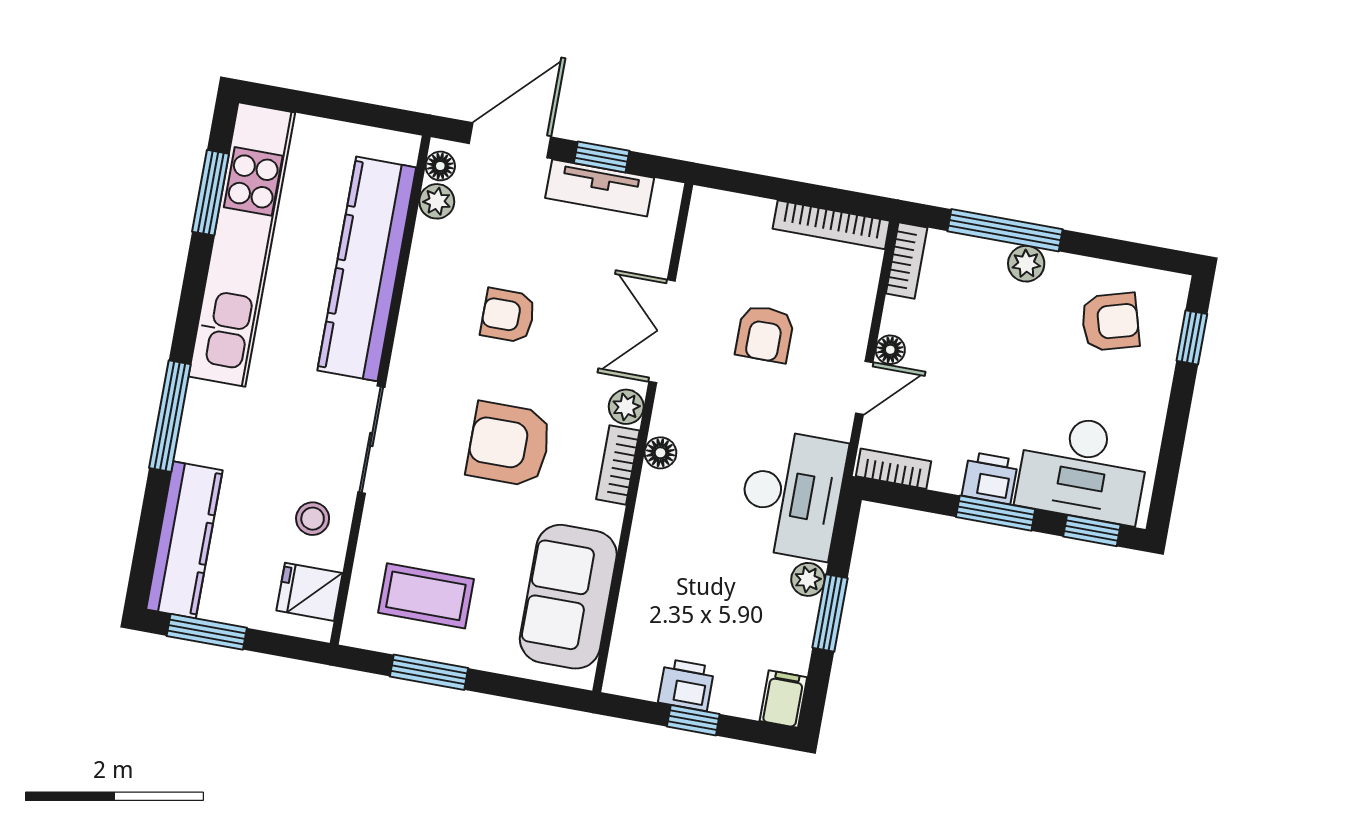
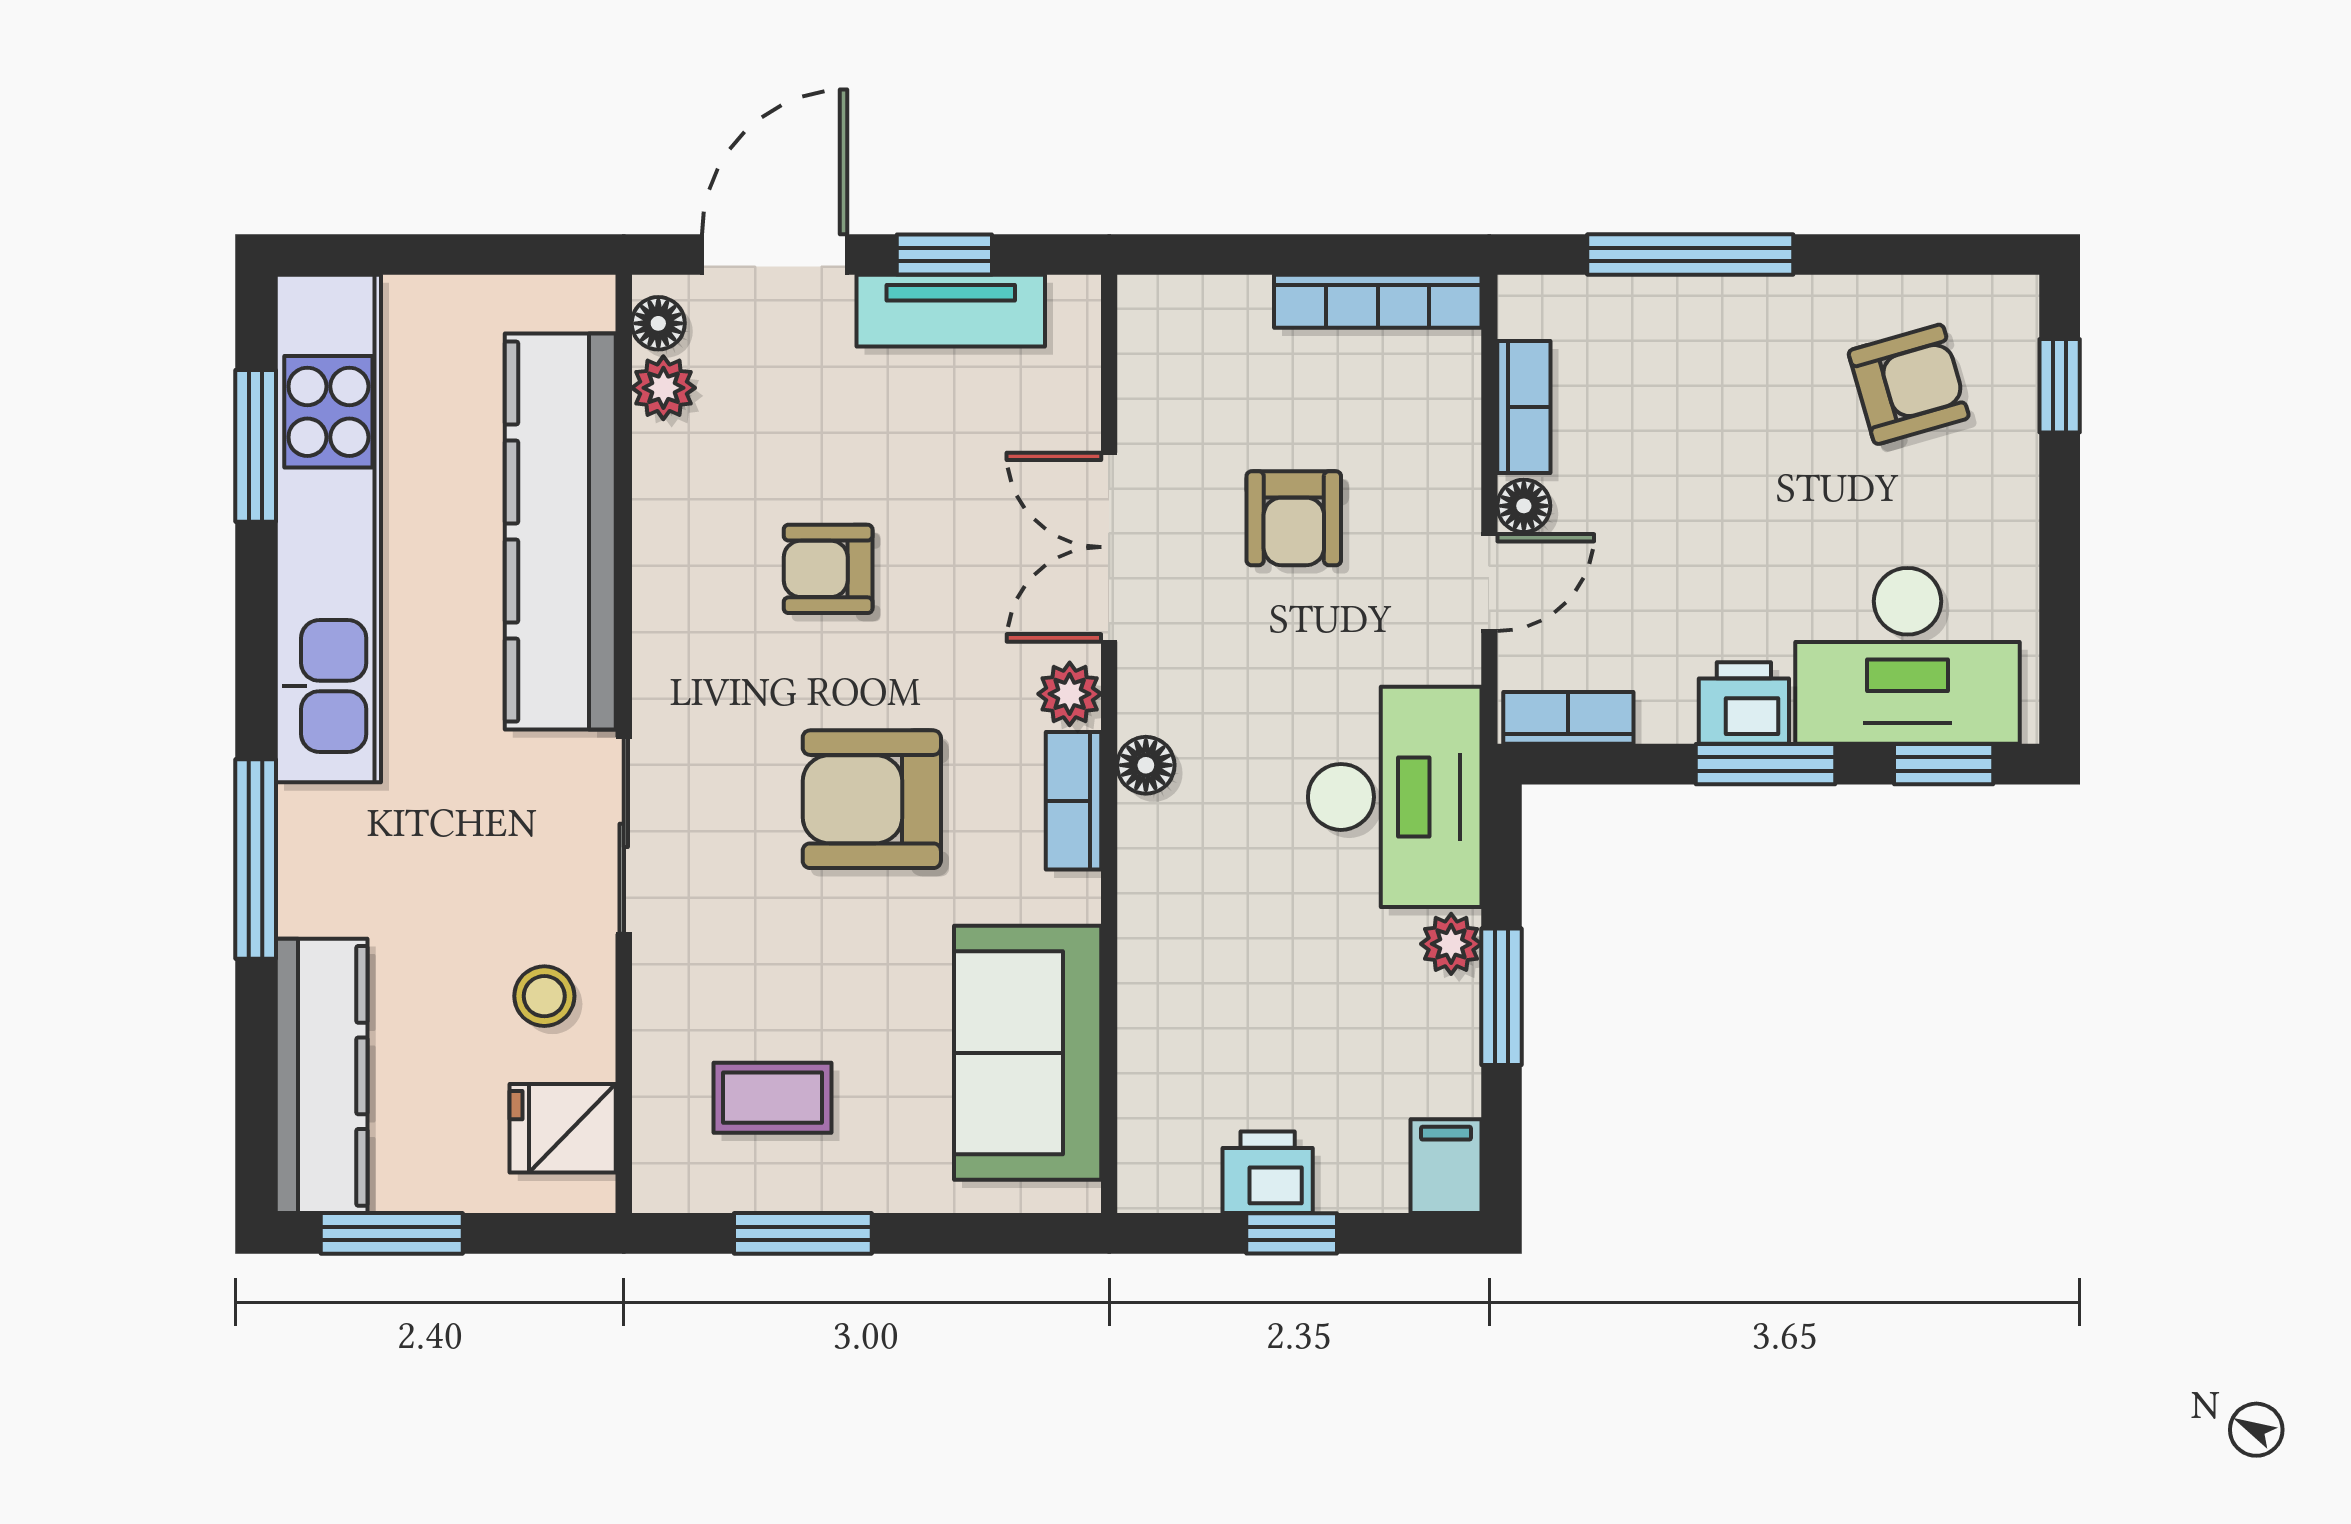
bookcase: (907, 260) -> (1524, 407), moved
plant: (1026, 264) -> (1739, 308), removed
coffee table: (426, 596) -> (772, 1098), width x0.73, depth x0.77

